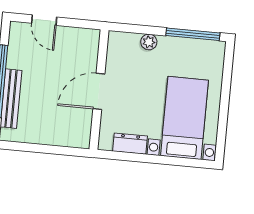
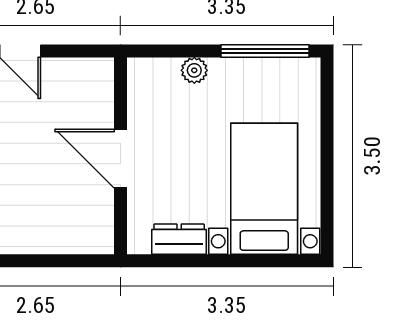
door: (99, 91) -> (120, 159), hinge flipped

